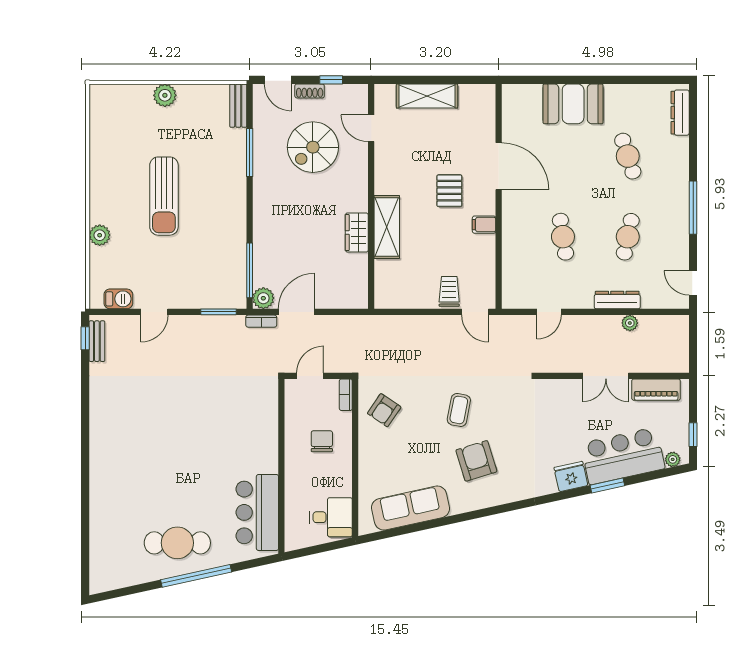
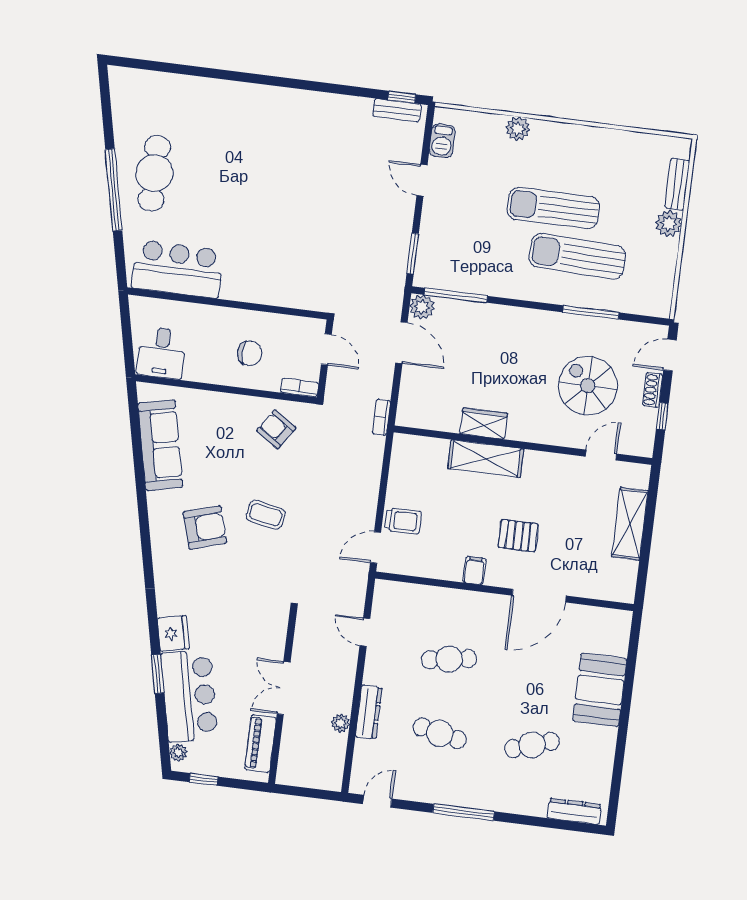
bench: (238, 106) -> (677, 184), moved, turned 90
sun lounger: (203, 170) -> (577, 256), added
bookcase: (261, 321) -> (381, 417), moved

